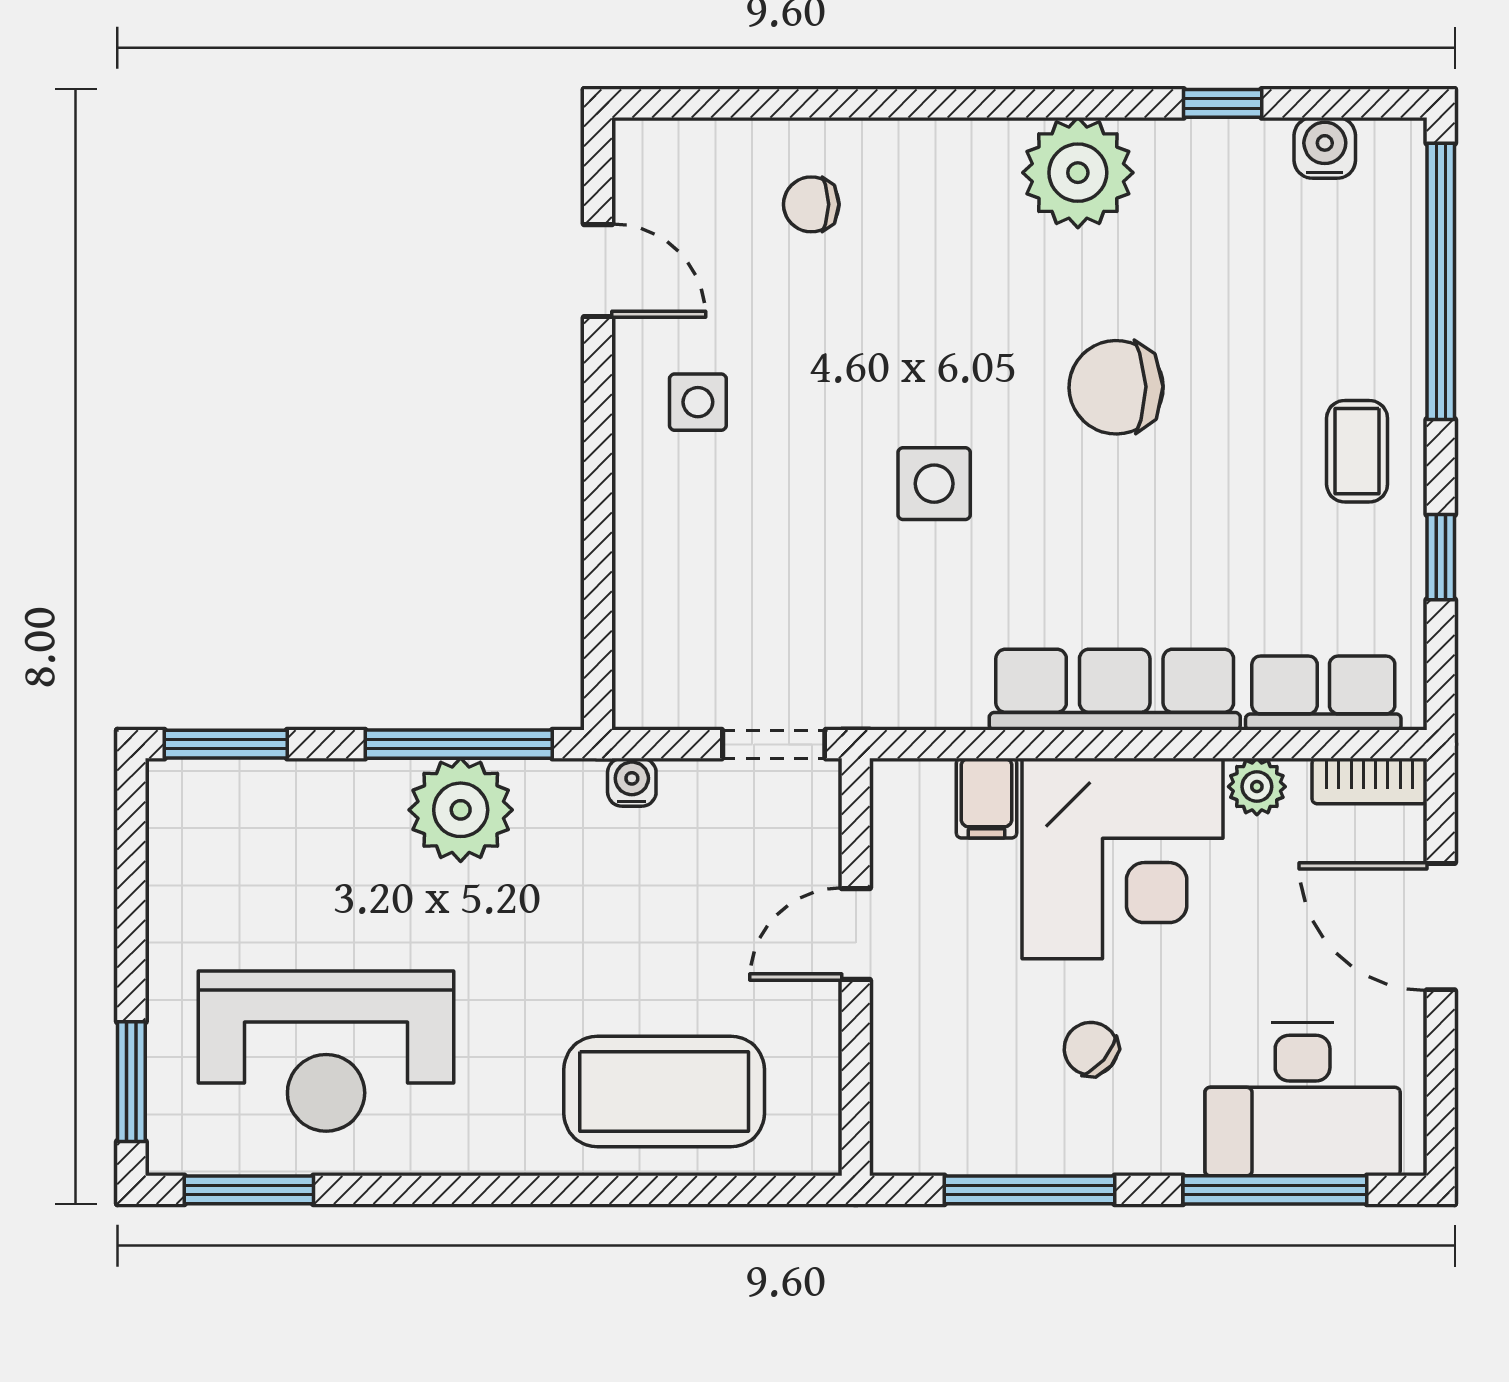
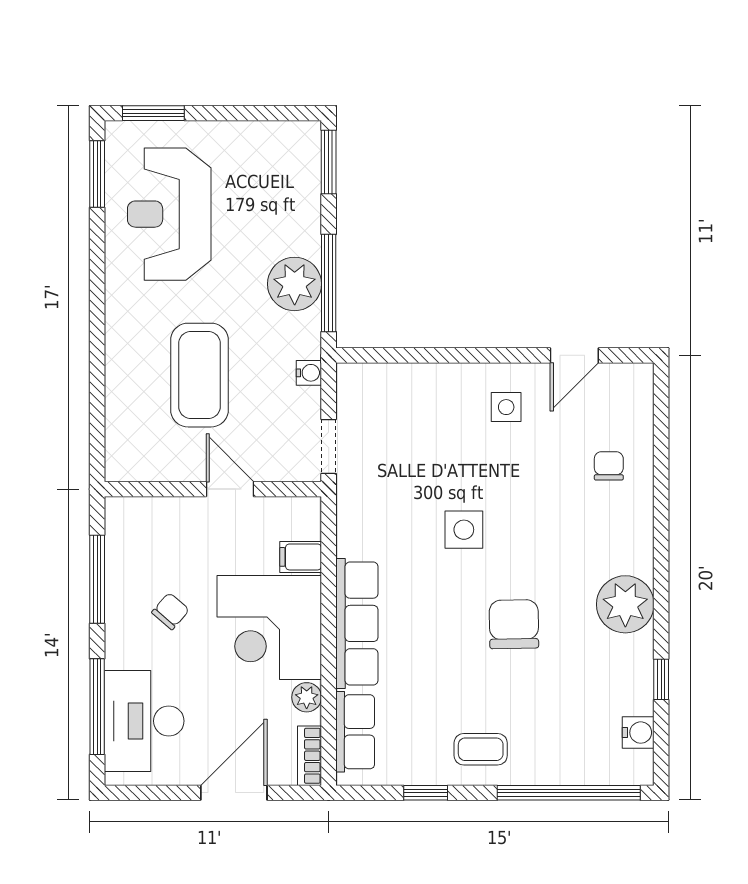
coffee table: (664, 1091) -> (200, 375), moved

